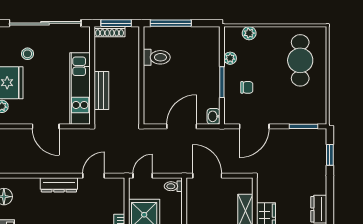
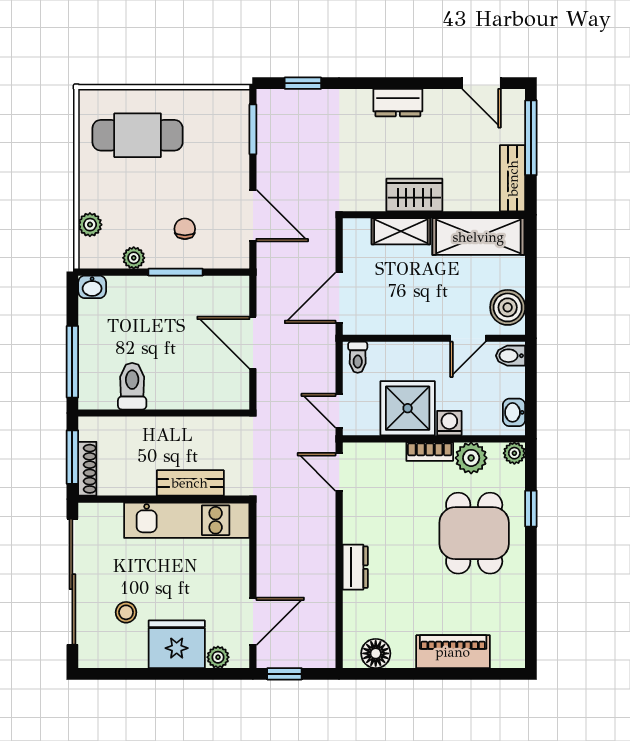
washbasin: (214, 116) -> (92, 287), moved
door: (46, 126) -> (253, 621), moved
door: (94, 176) -> (339, 472), moved
dresser: (59, 185) -> (355, 567), width x0.70

